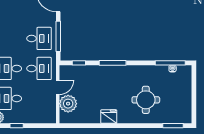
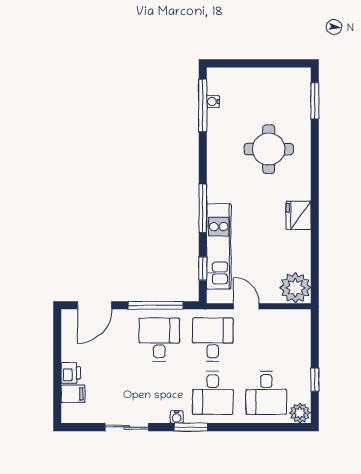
kitchen unit: (91, 72) -> (219, 246), added
plant: (68, 104) -> (295, 288), moved

